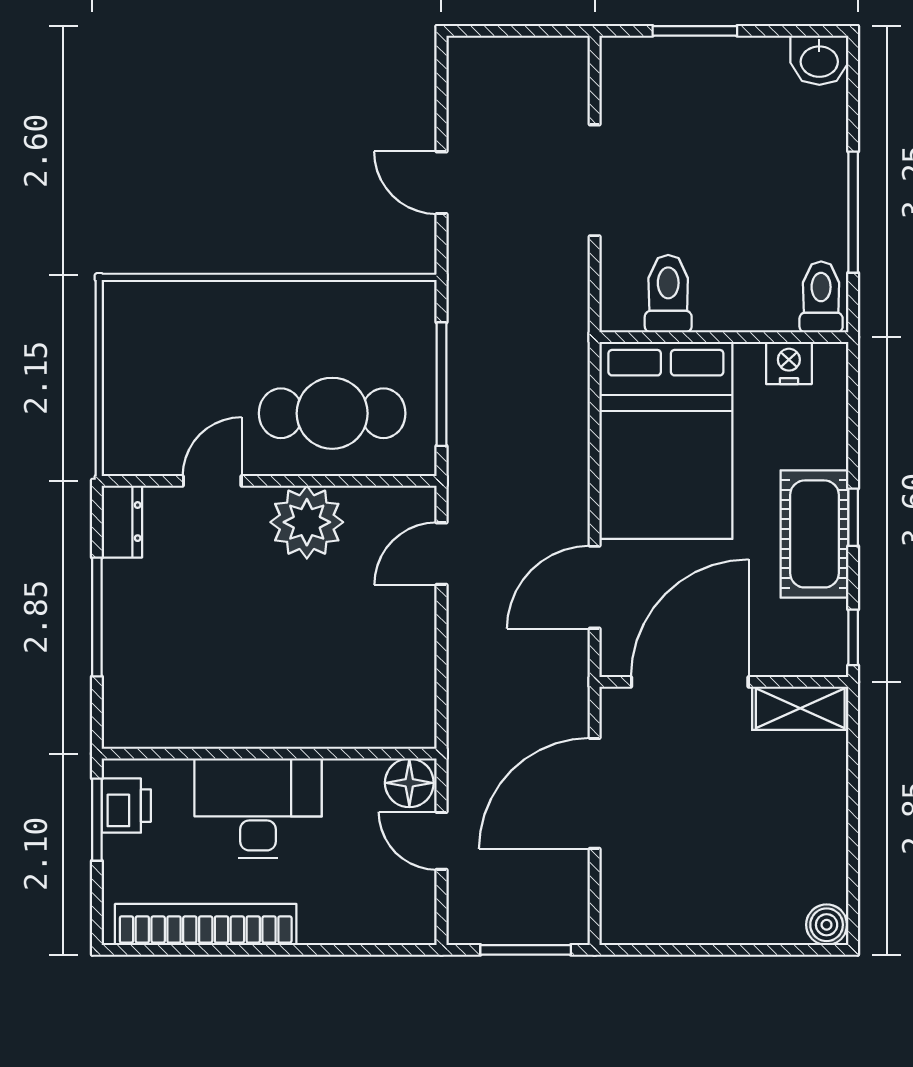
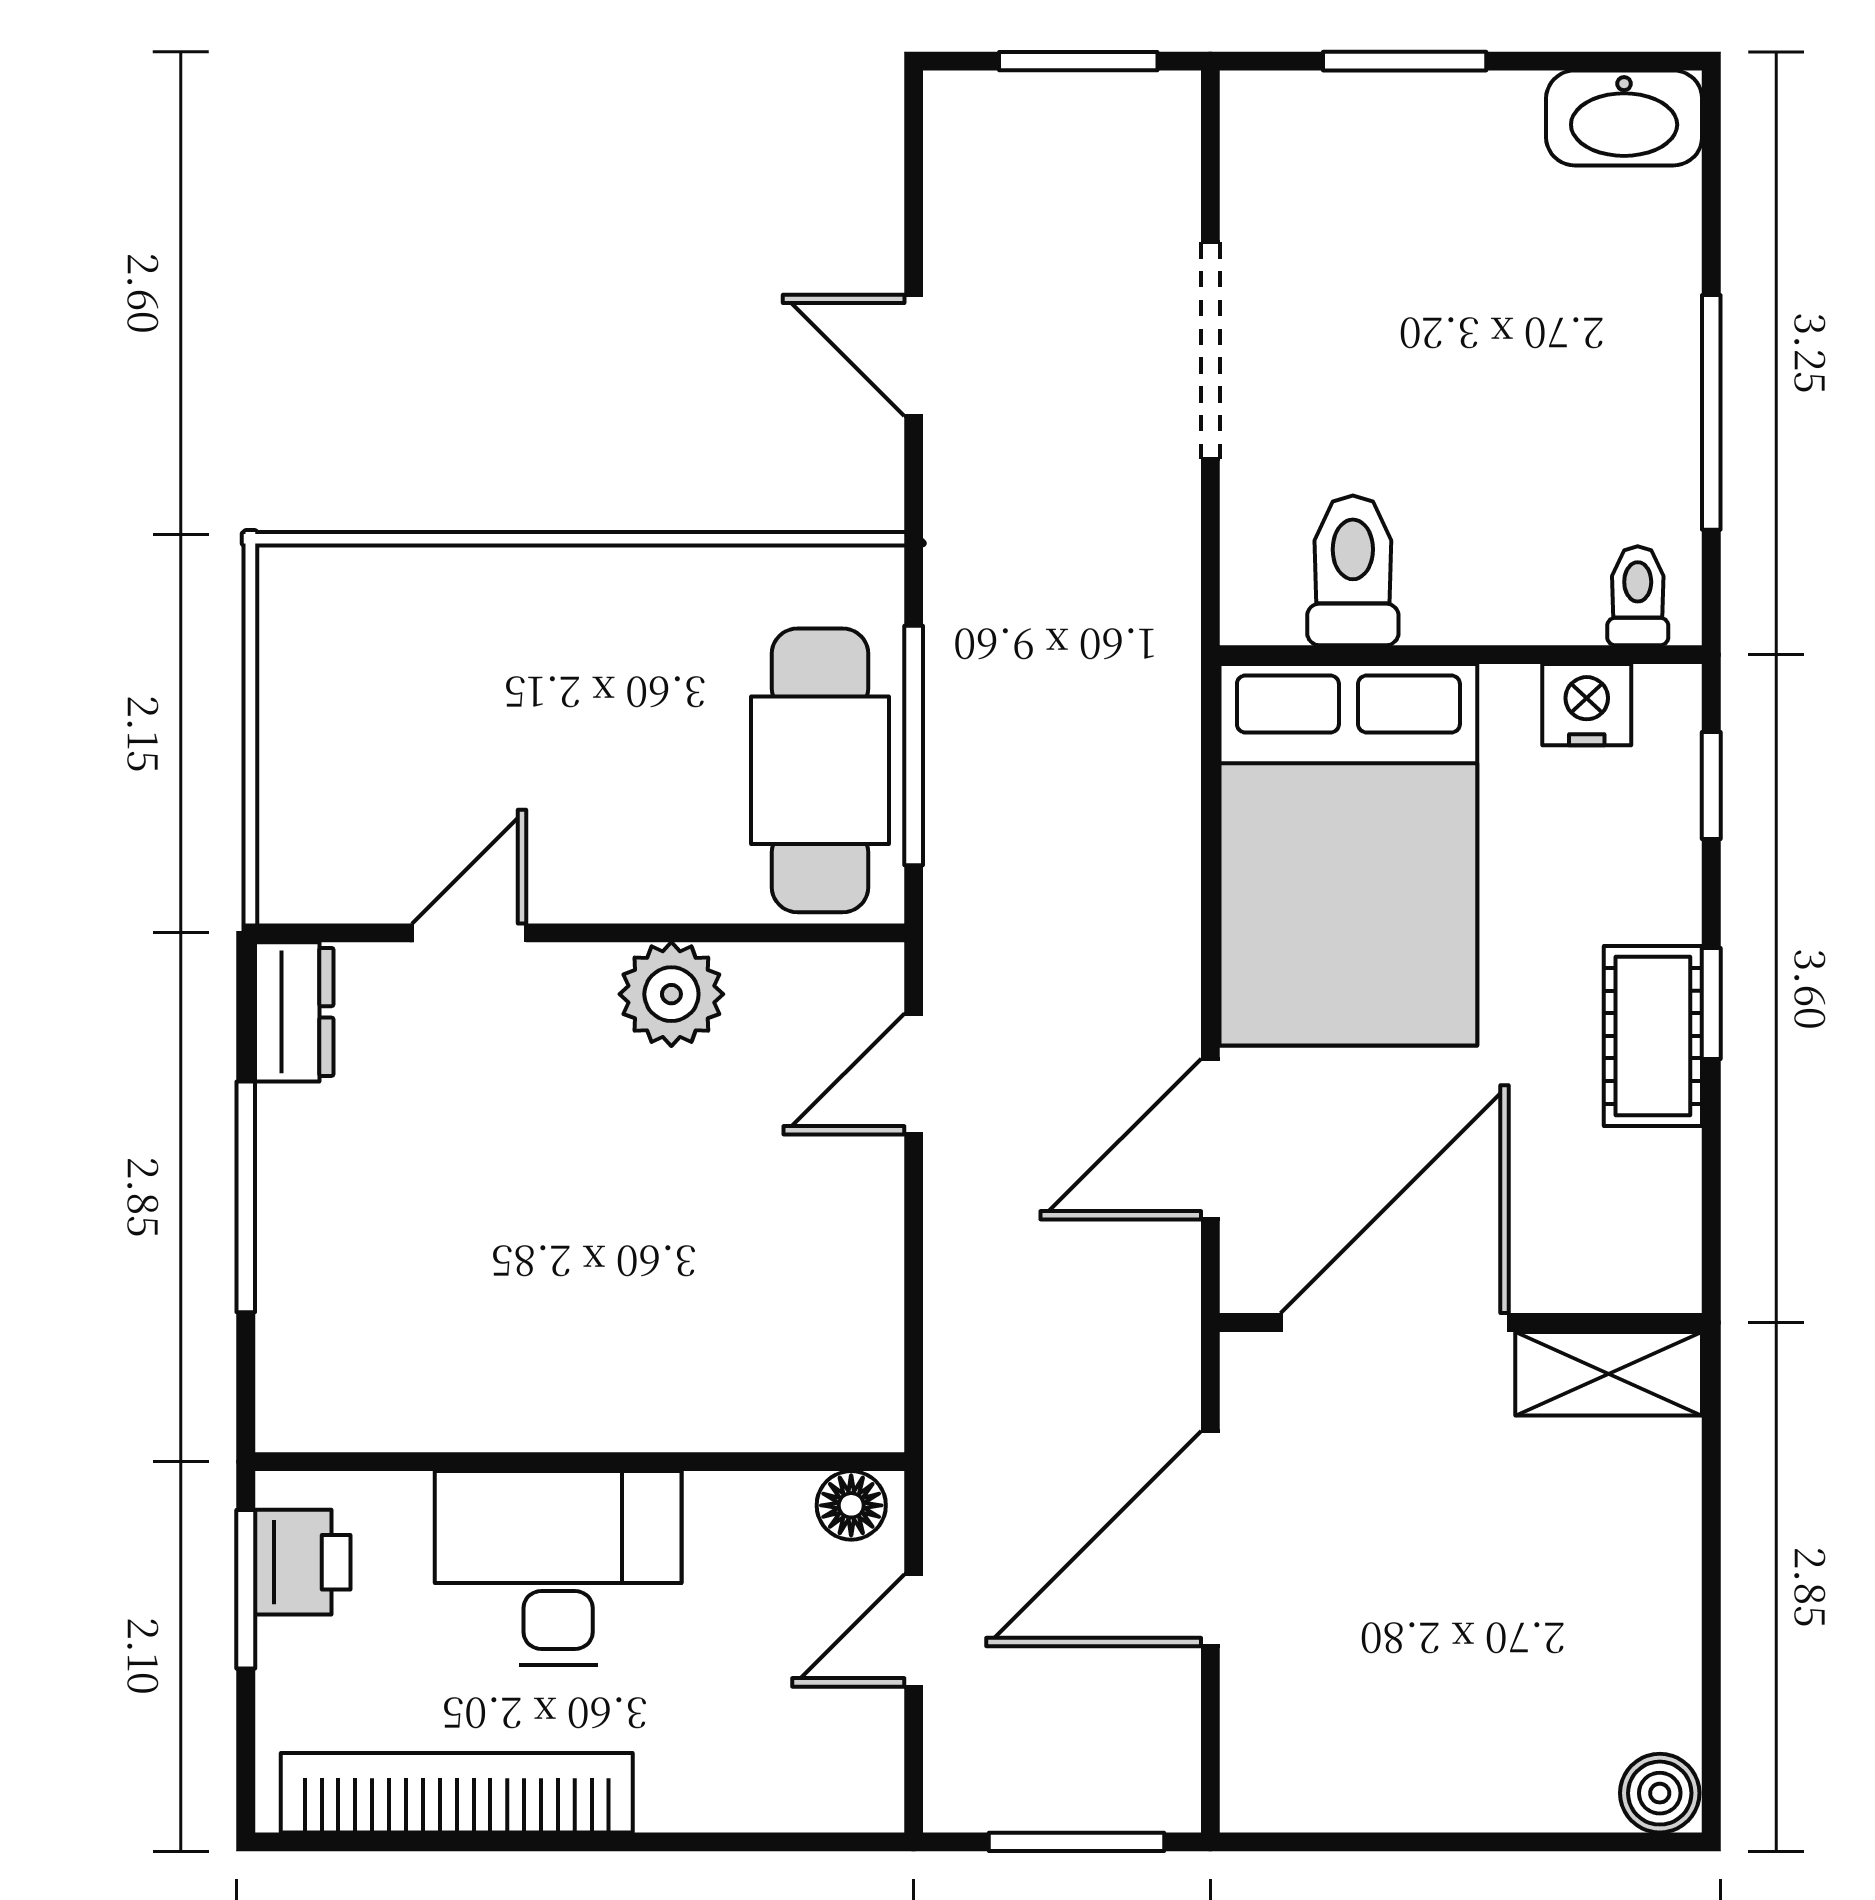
window: (527, 31) -> (1078, 61), added
washbasin: (819, 60) -> (1624, 118), width x1.38
toilet: (821, 297) -> (1638, 596), width x0.73, depth x0.72
cafe table: (332, 413) -> (820, 770), moved, turned 90
plant: (307, 522) -> (671, 994), width x0.73, depth x0.73
cot: (814, 534) -> (1653, 1036), width x0.73, depth x0.75
window: (853, 637) -> (1711, 786), moved
floor lamp: (409, 783) -> (851, 1505), width x0.73, depth x0.73
door: (441, 841) -> (914, 1630), hinge flipped

